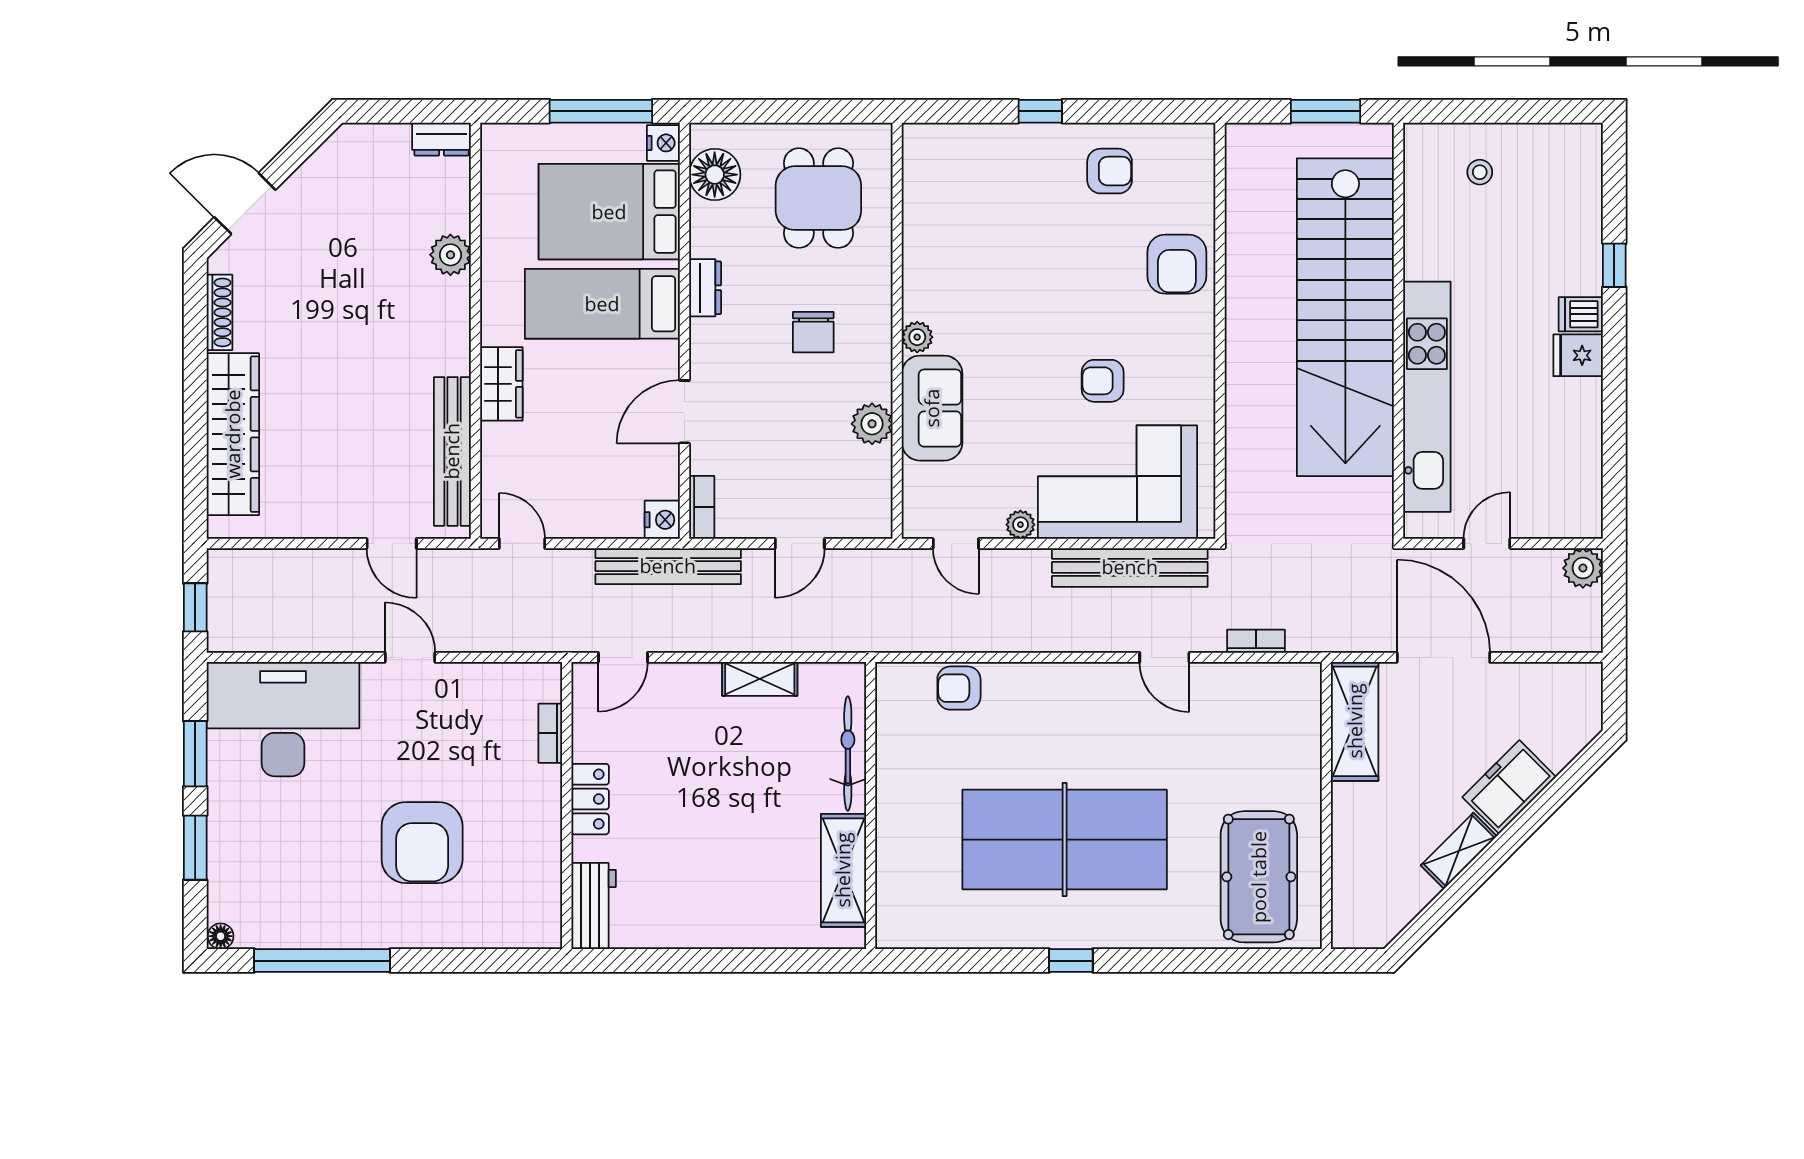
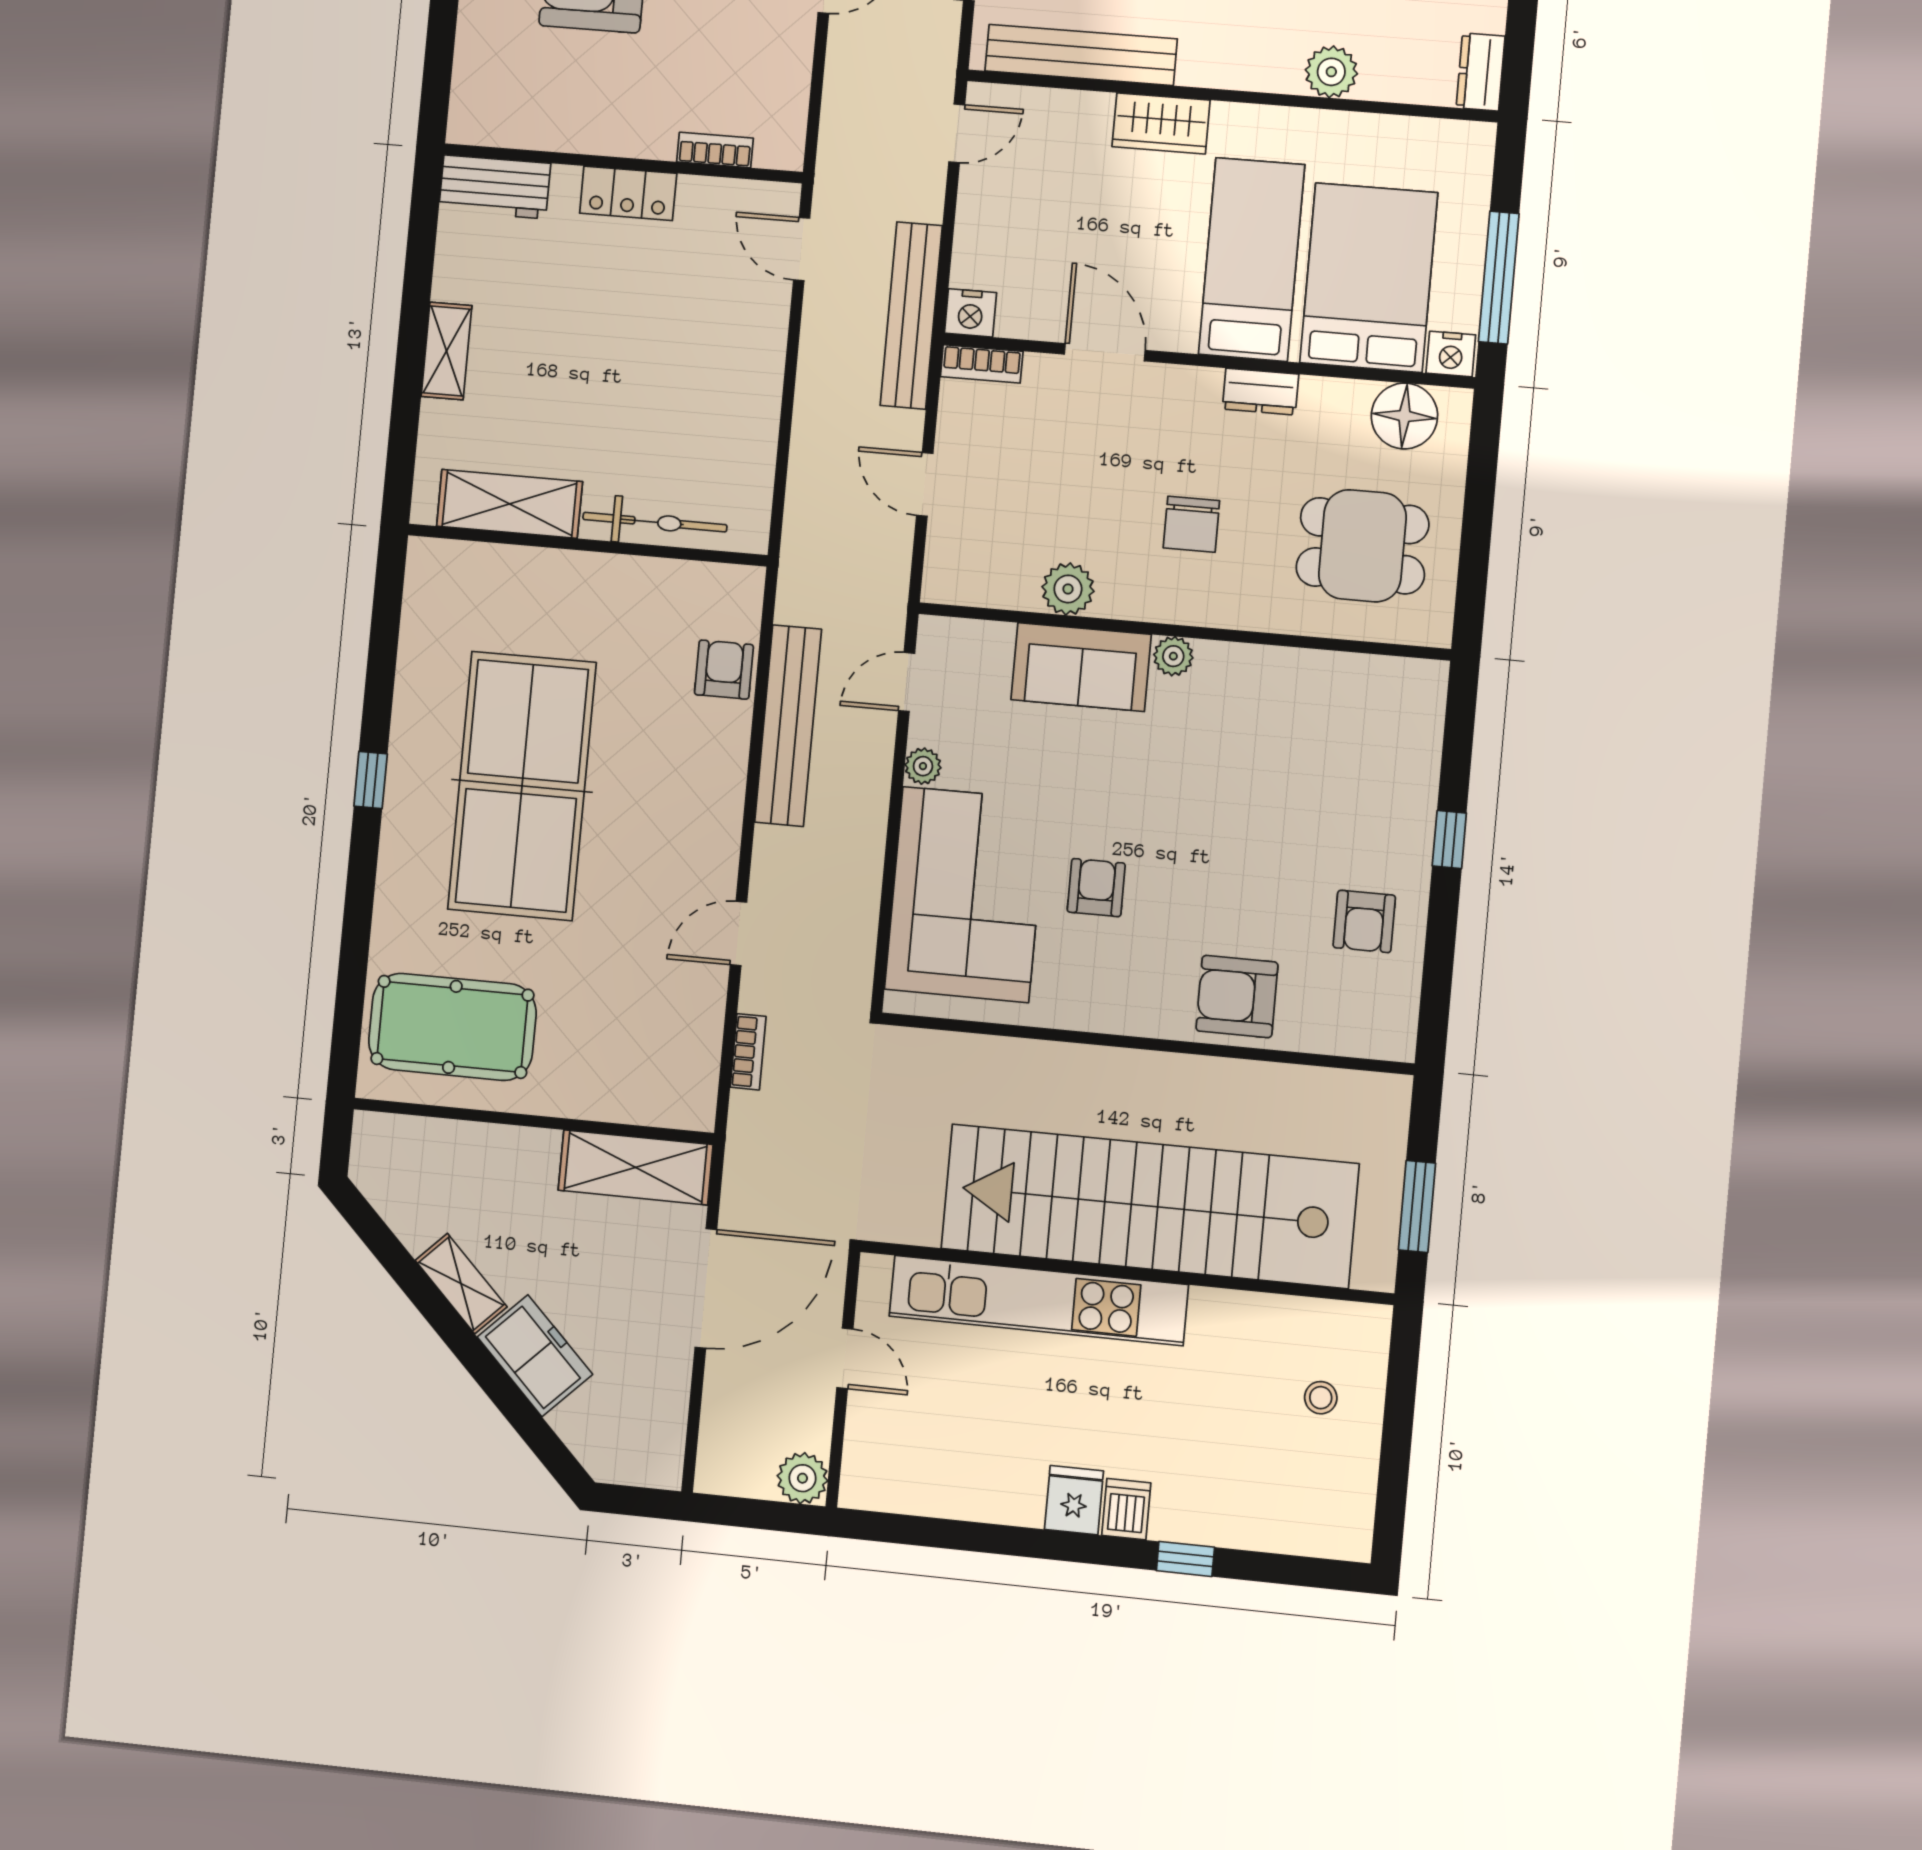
chair: (813, 332) -> (1191, 524), turned -90
bench: (1130, 567) -> (788, 726), moved
shelving: (760, 679) -> (446, 351), moved

